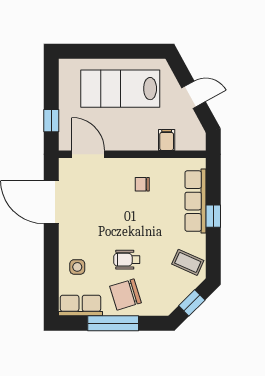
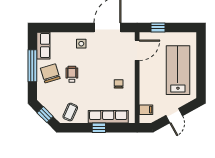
filing cabinet: (167, 140) -> (146, 110), moved
side table: (77, 267) -> (81, 44), moved

